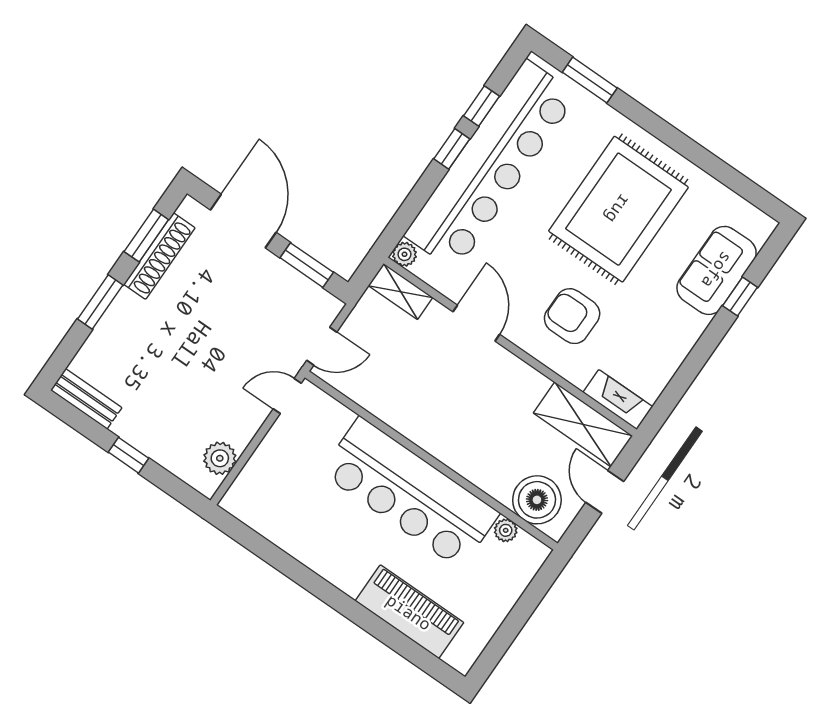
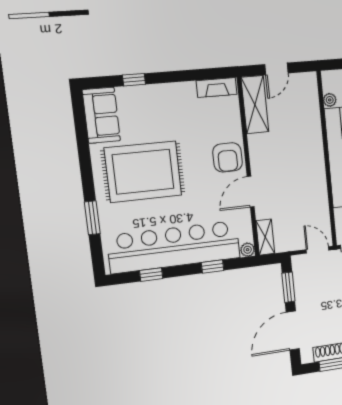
window: (590, 80) -> (92, 218), moved
window: (452, 149) -> (213, 267), moved
sofa: (717, 270) -> (101, 115), moved, turned -90
armchair: (572, 316) -> (228, 157), moved
fireplace: (618, 400) -> (217, 87), moved, turned -90
boiler: (537, 500) -> (305, 97), removed

